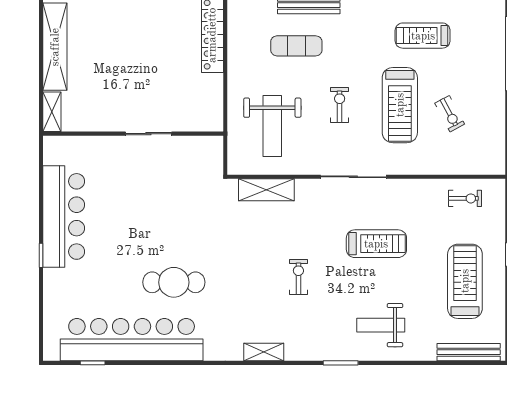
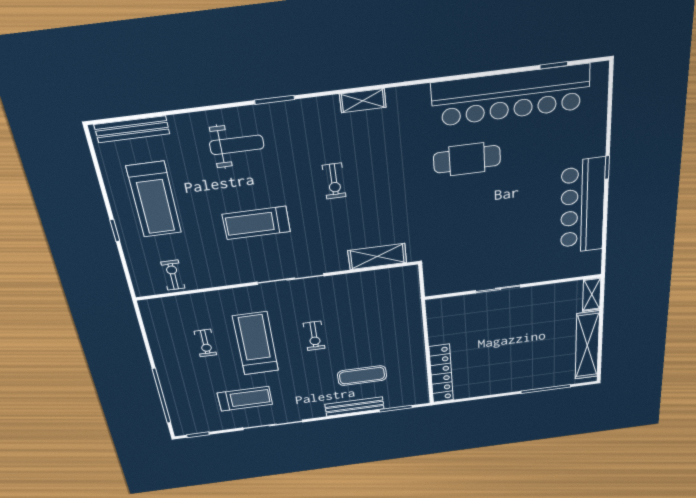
exercise bike: (450, 114) -> (205, 343), turned -152
weight bench: (272, 126) -> (377, 311), removed
exercise bike: (465, 198) -> (173, 275), turned 90

